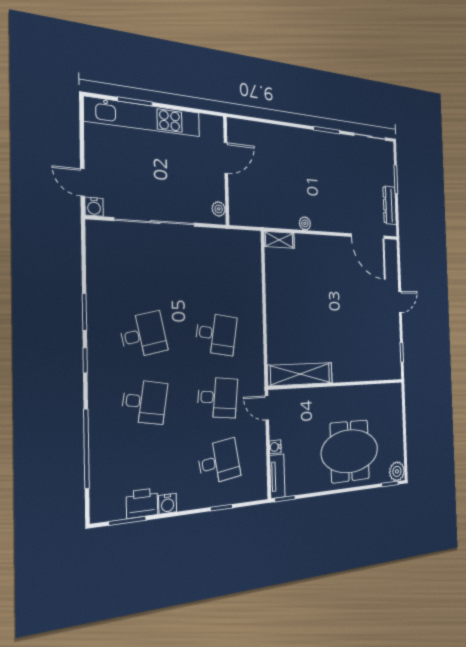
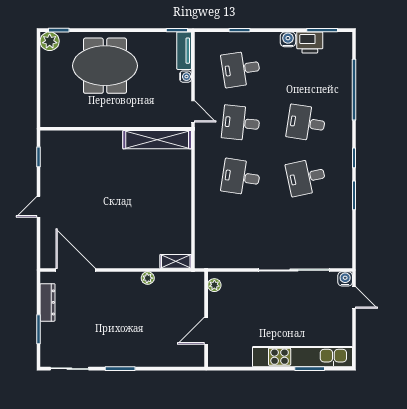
door: (226, 158) -> (206, 331), moved
wall: (226, 171) -> (206, 319), moved
plant: (219, 209) -> (214, 285), moved

